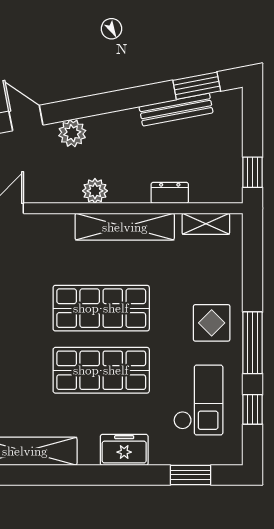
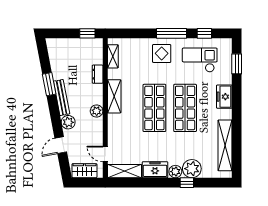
window: (197, 86) -> (49, 84), moved
bench: (176, 110) -> (62, 98), moved
shelving: (125, 227) -> (114, 96), width x0.68

